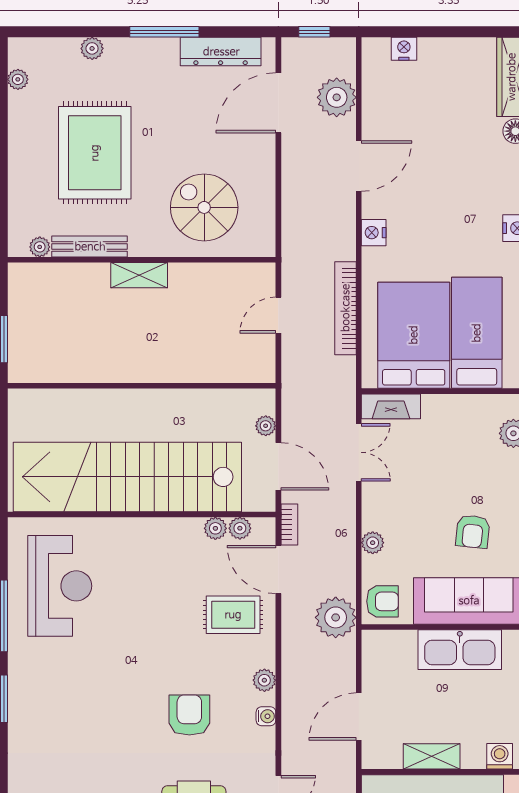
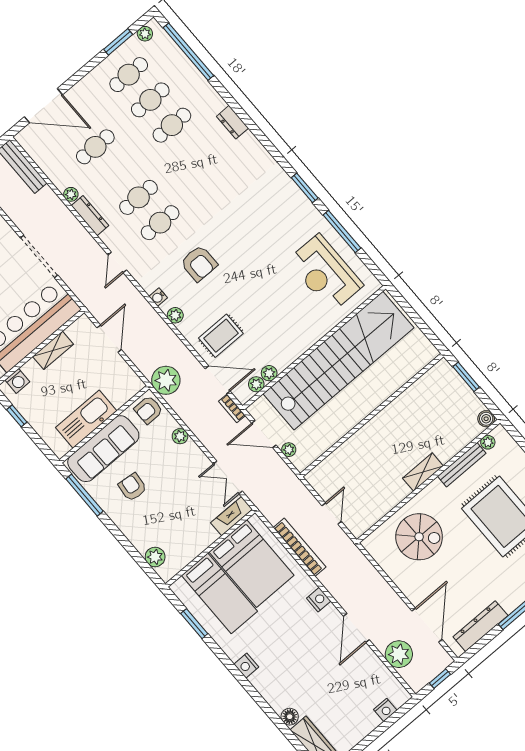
boiler: (19, 274) -> (486, 419), added

